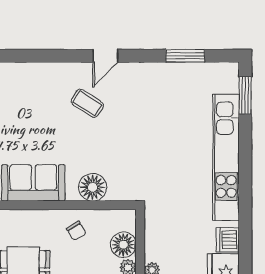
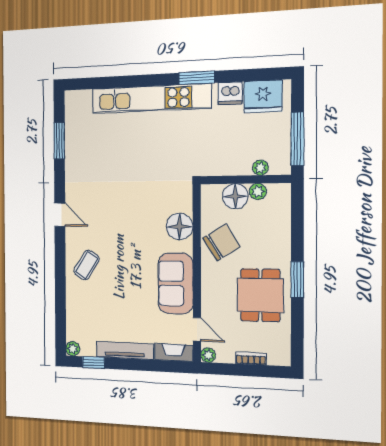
window: (245, 95) -> (197, 78), moved
coffee table: (87, 103) -> (87, 265), moved
chair: (76, 231) -> (222, 242), width x1.87, depth x1.87

